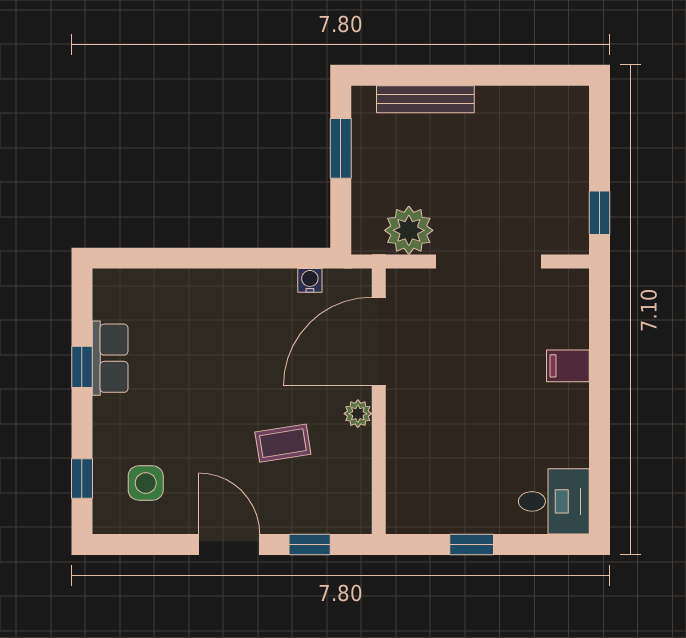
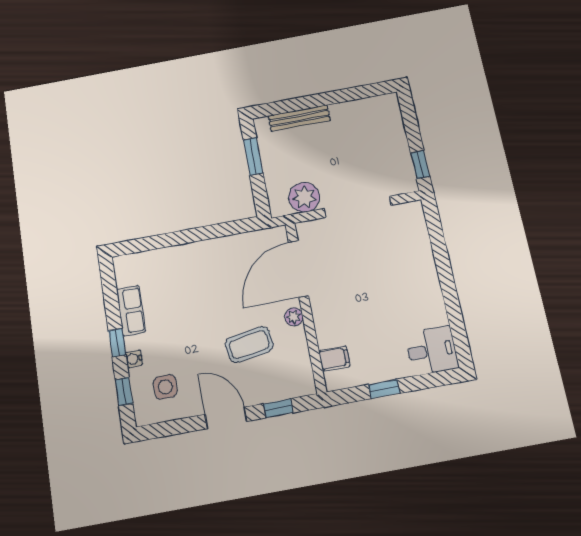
water cooler: (310, 280) -> (134, 359), moved, turned -90
filing cabinet: (568, 366) -> (334, 359), moved, turned 180
window: (82, 367) -> (117, 343), moved
coffee table: (283, 443) -> (249, 345), width x1.36, depth x1.30

